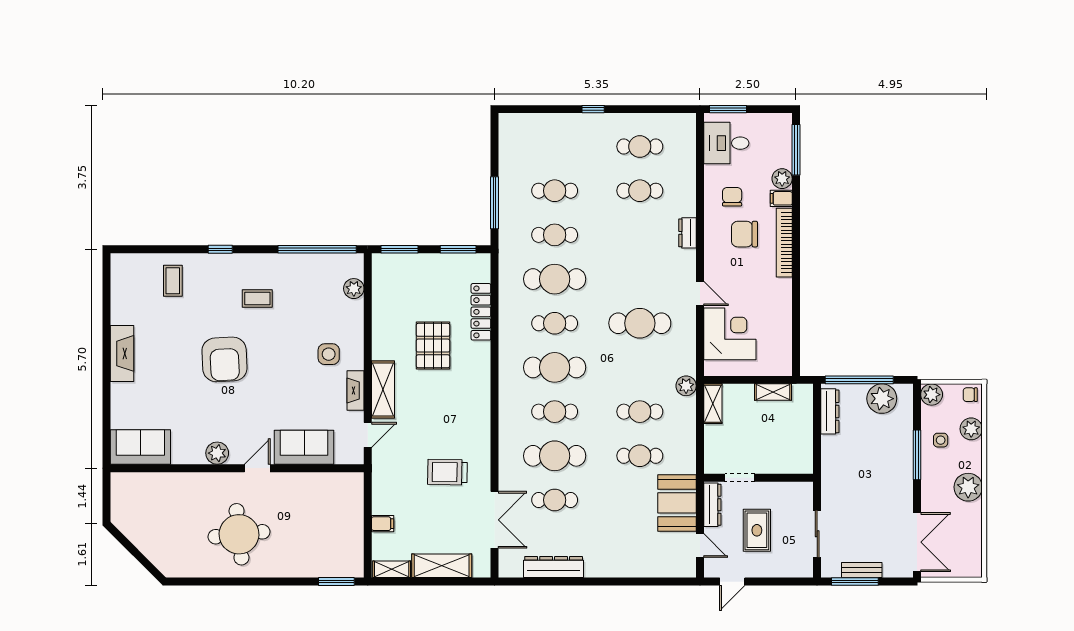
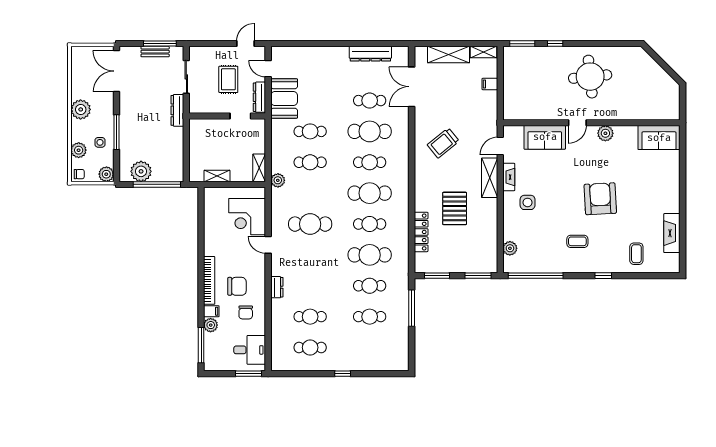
fireplace: (122, 353) -> (672, 233), moved
dresser: (830, 411) -> (177, 110), moved
trolley: (447, 472) -> (443, 143), moved, turned 140
window: (289, 582) -> (555, 44), added

